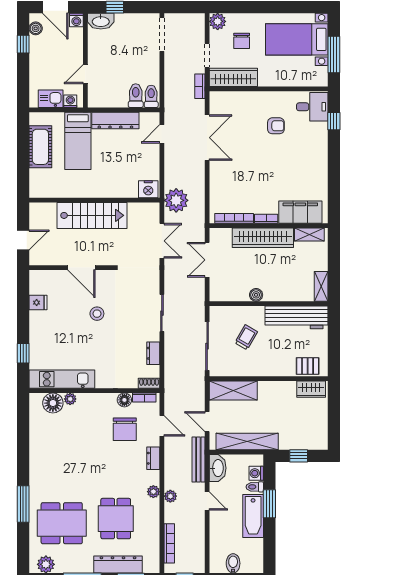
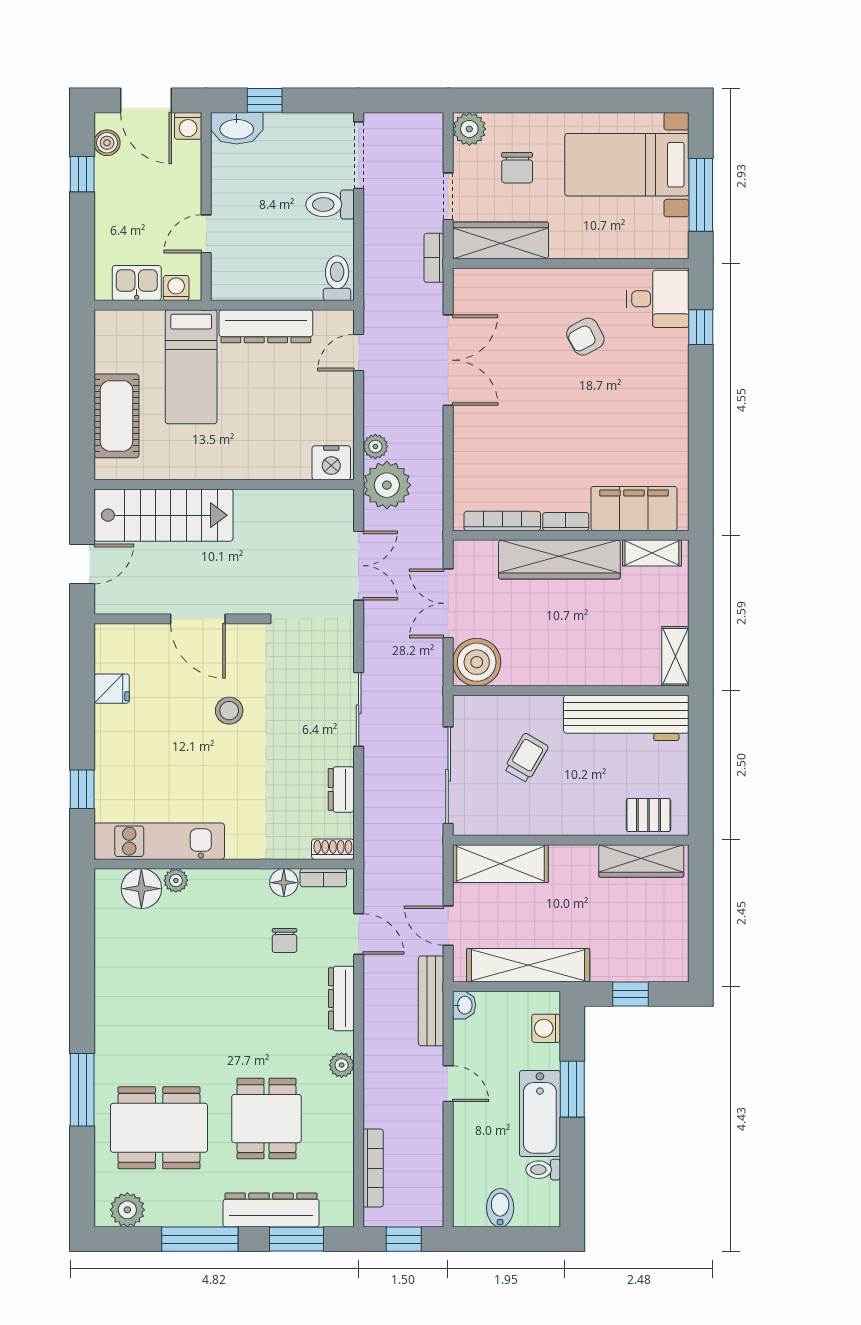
toilet: (136, 96) -> (330, 204), moved, turned -90
armchair: (276, 126) -> (585, 337), turned 152
cot: (40, 147) -> (116, 416), moved
stairs: (92, 215) -> (163, 515), moved
boiler: (256, 295) -> (477, 662), moved, width x1.86, depth x1.86
wardrobe: (311, 389) -> (641, 861), width x1.50
chair: (125, 429) -> (284, 941), width x0.54, depth x0.54
dresser: (153, 458) -> (341, 998), width x1.44
washbasin: (218, 468) -> (464, 1005), width x0.52, depth x0.69
toilet: (255, 487) -> (543, 1170), moved
plant: (170, 496) -> (375, 446), moved

